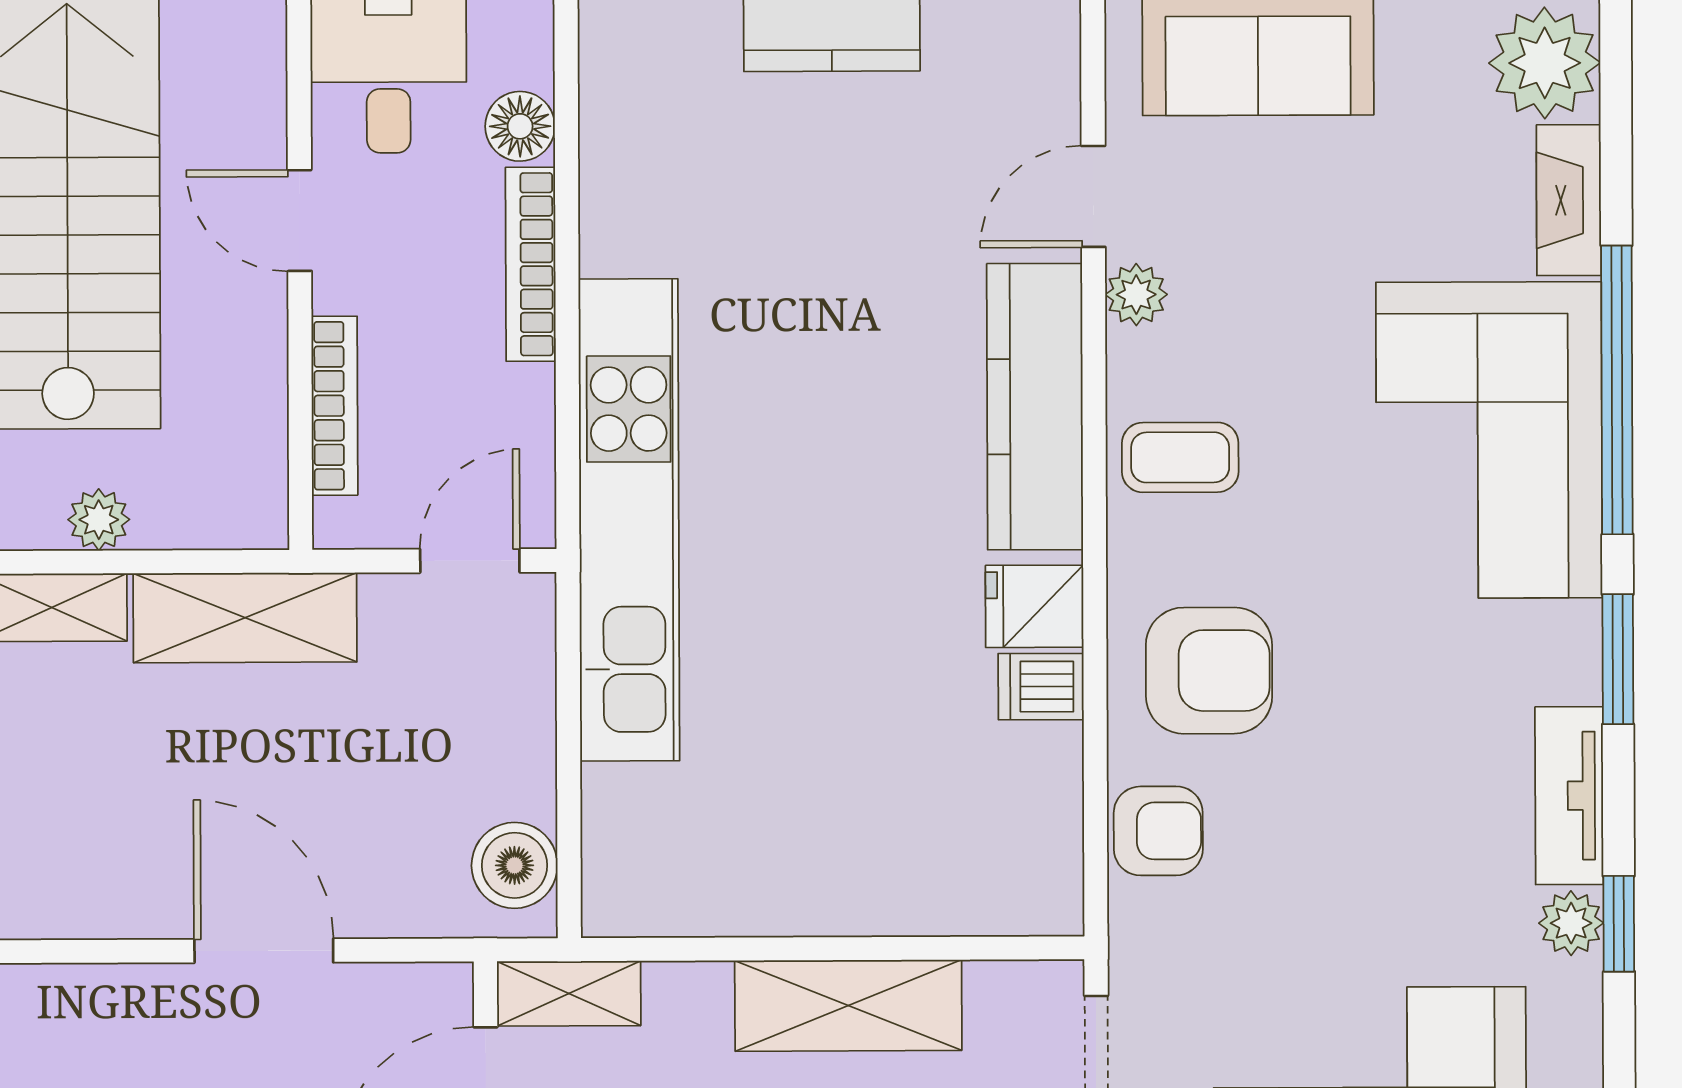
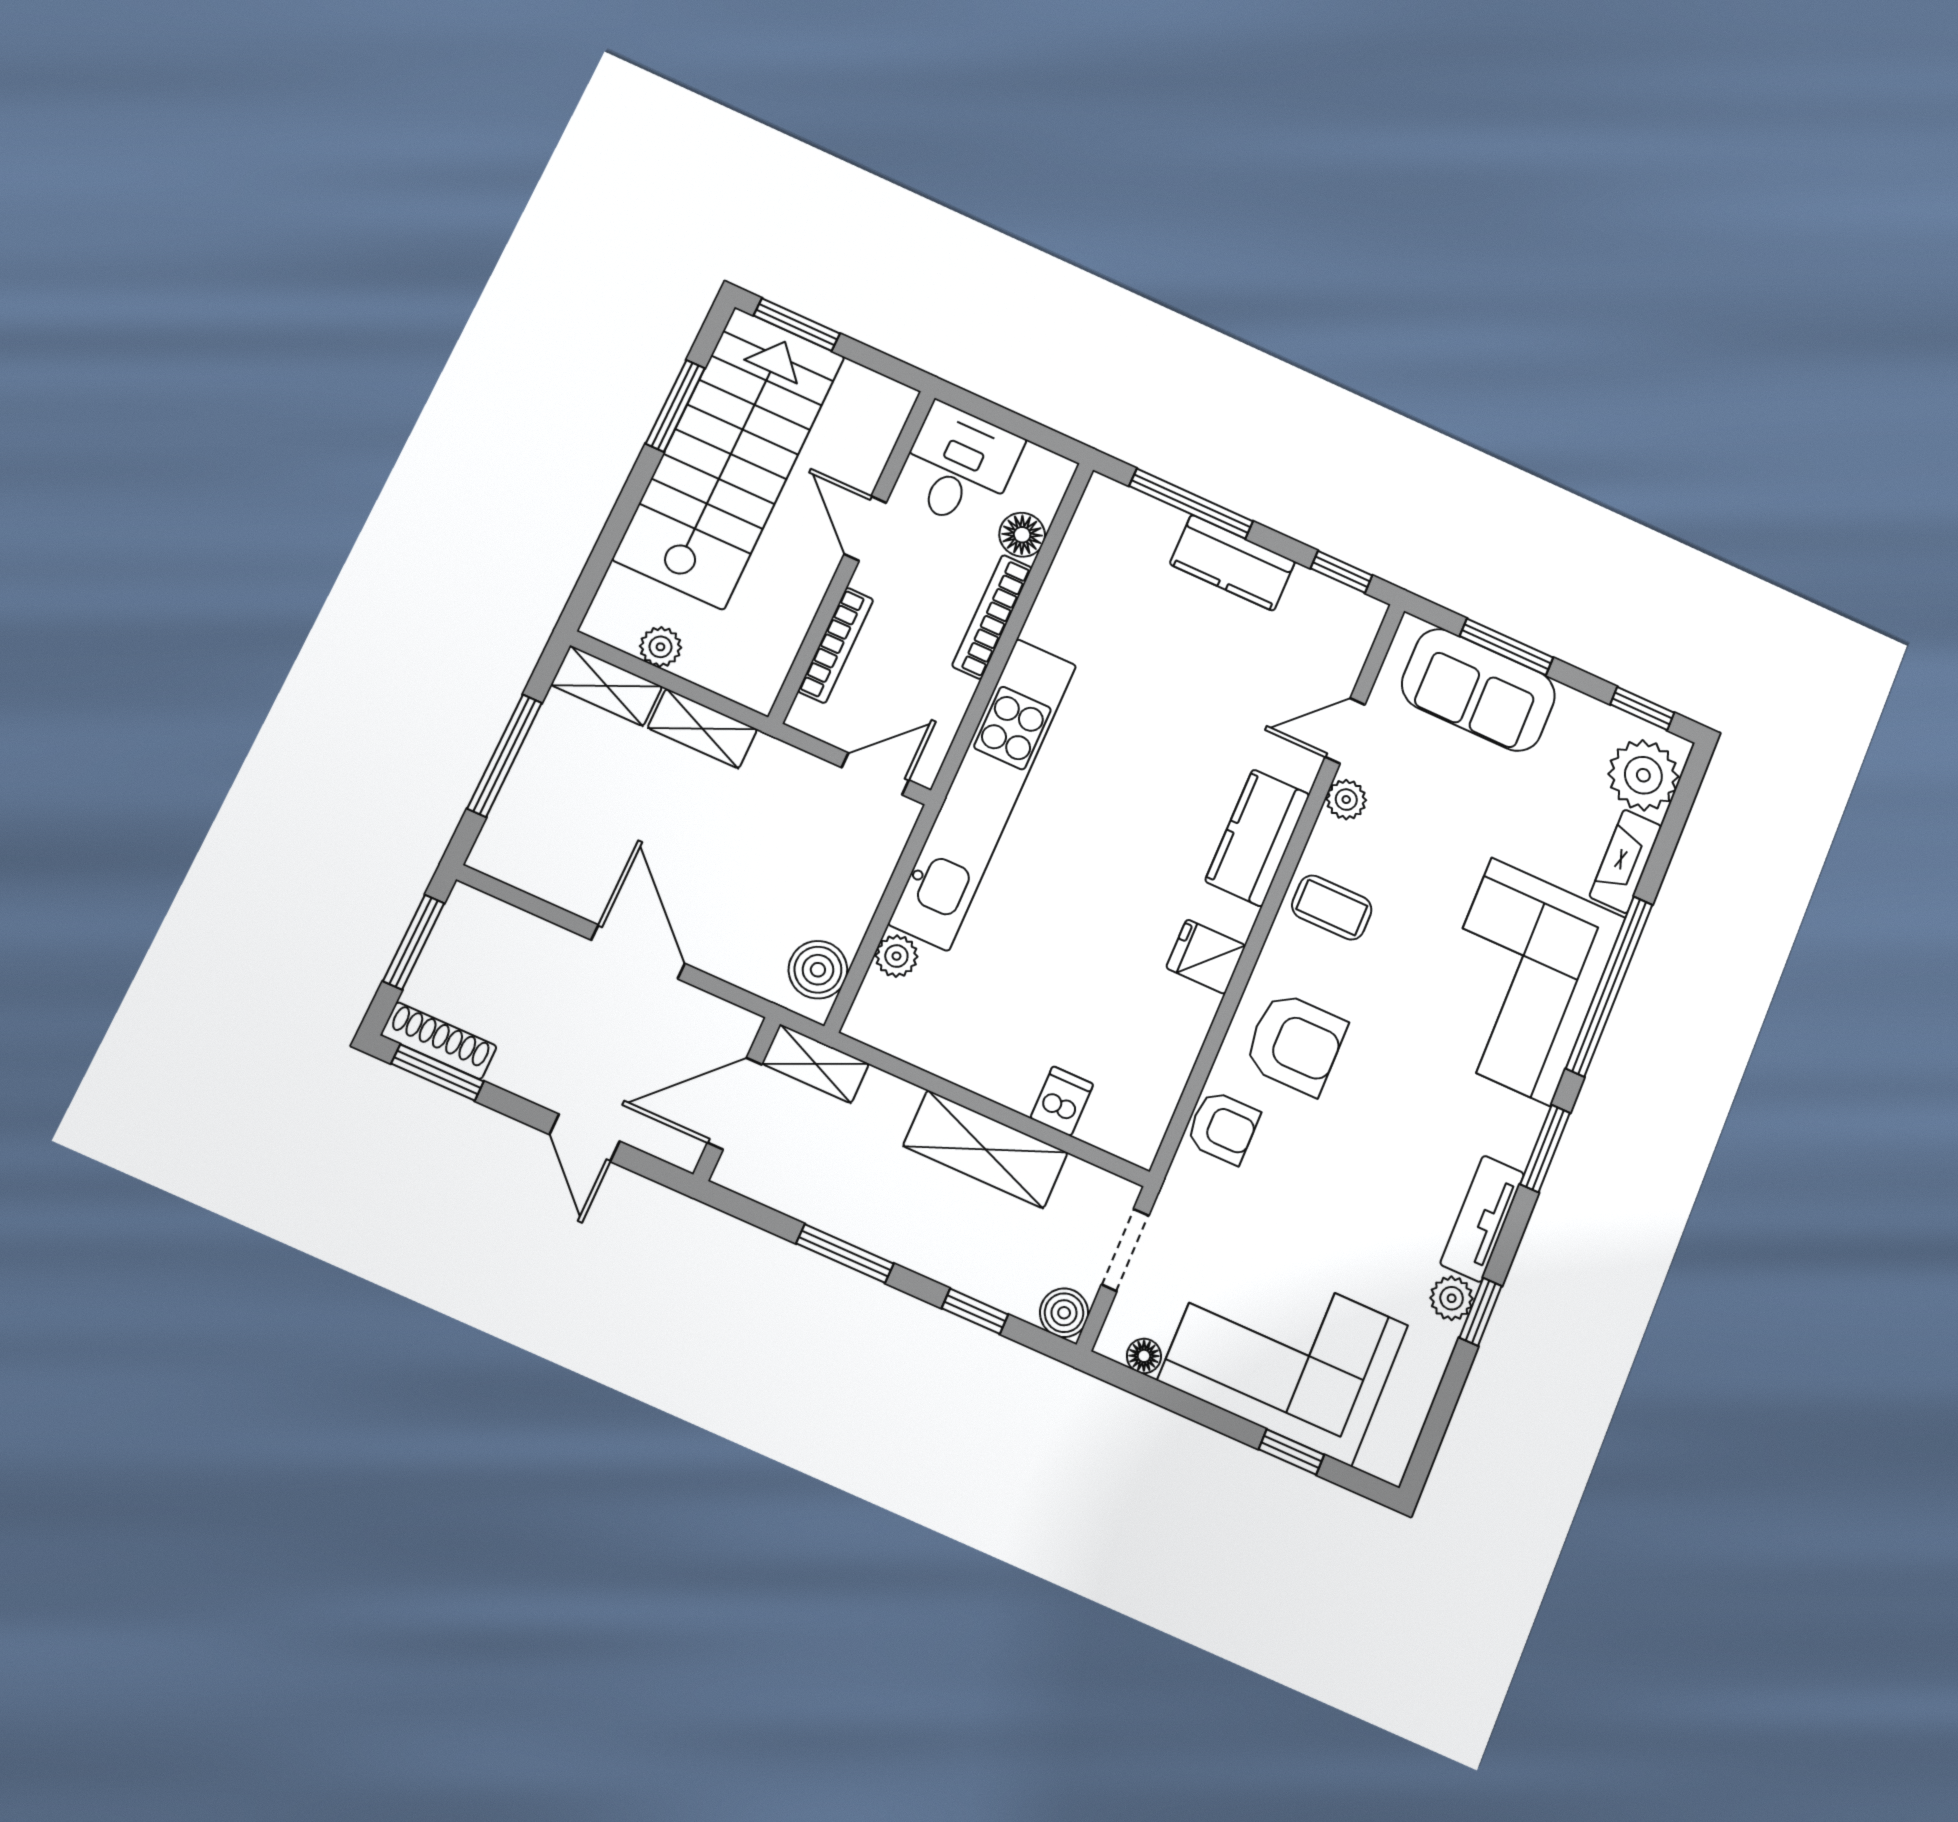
kitchen counter: (1035, 407) -> (1257, 838), width x0.67
shelving: (245, 618) -> (702, 729), width x0.67, depth x0.75
dishwasher: (1041, 687) -> (1062, 1101), moved, turned 90
plant: (612, 799) -> (896, 956), added

